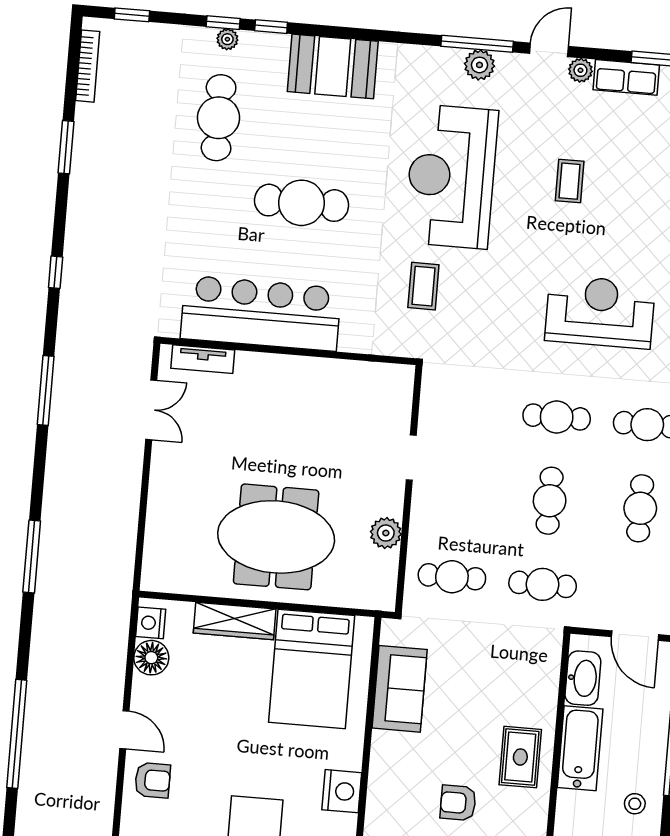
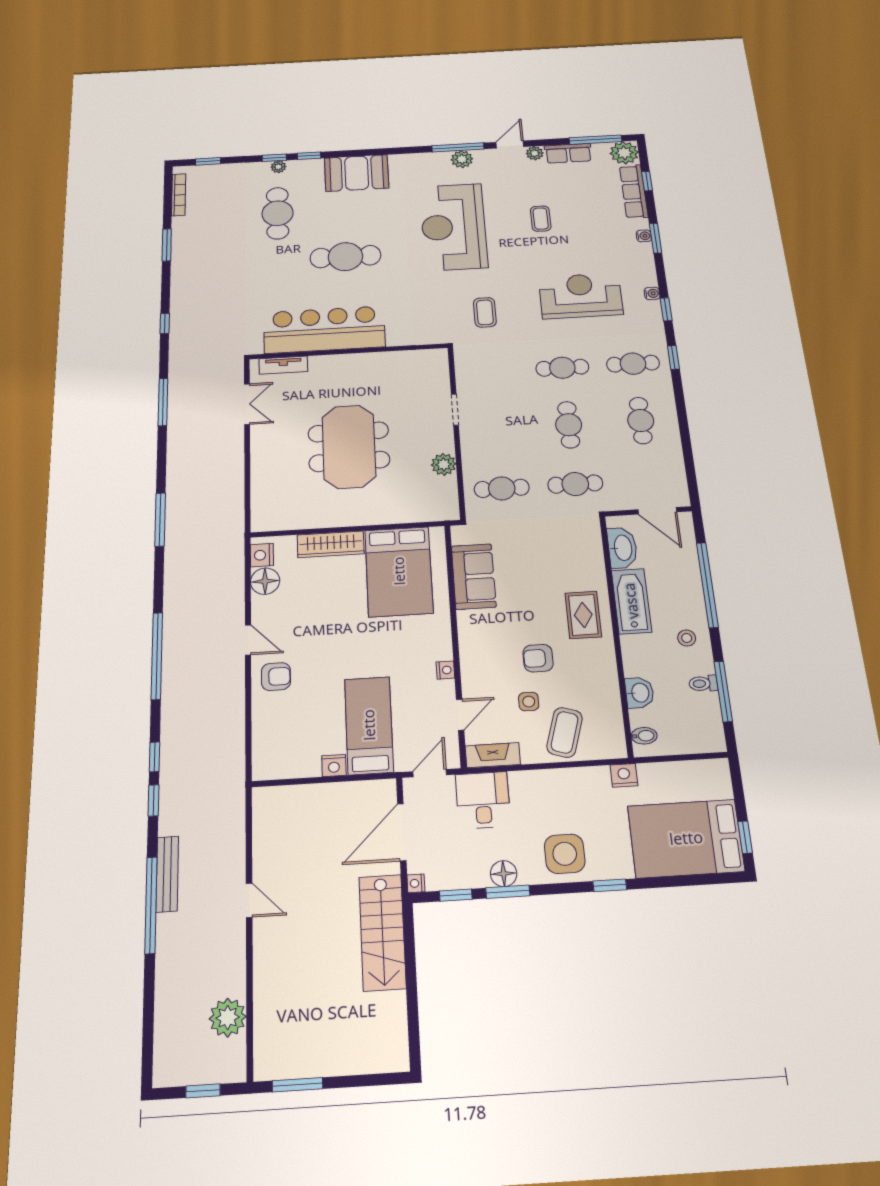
coffee table: (423, 286) -> (485, 312), moved
meeting table: (276, 537) -> (349, 447), moved, turned 90
nightstand: (342, 791) -> (445, 670), width x0.53, depth x0.56

